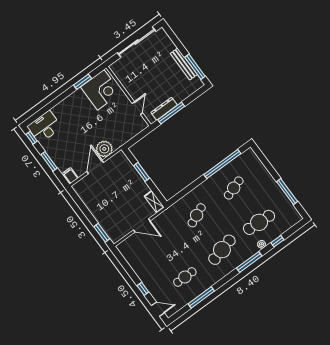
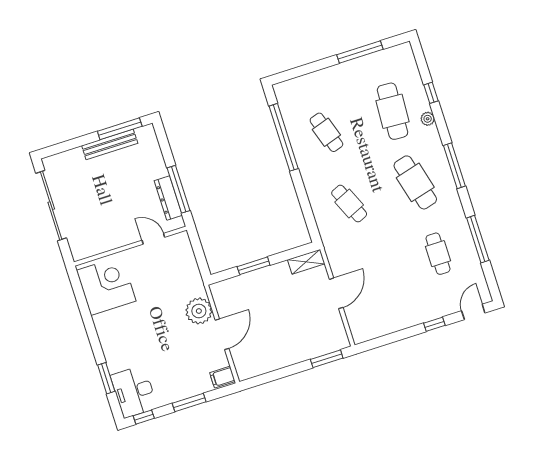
window: (83, 82) -> (106, 378), moved
door: (95, 167) -> (222, 334), swing flipped
window: (249, 262) -> (454, 166), moved

